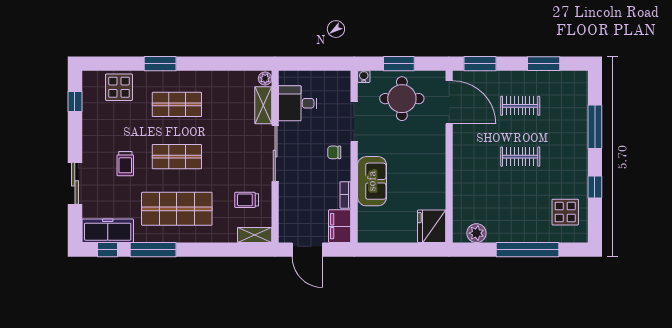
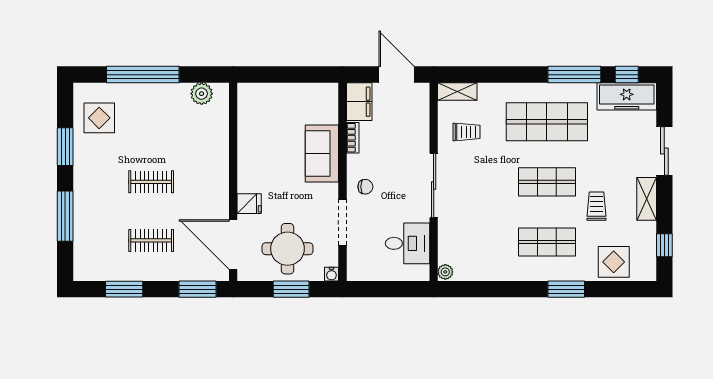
shelving: (263, 105) -> (647, 199), moved
trolley: (125, 164) -> (596, 206), moved
window: (595, 187) -> (65, 147), width x1.50
fridge: (432, 226) -> (249, 204), moved, width x0.53, depth x0.75

